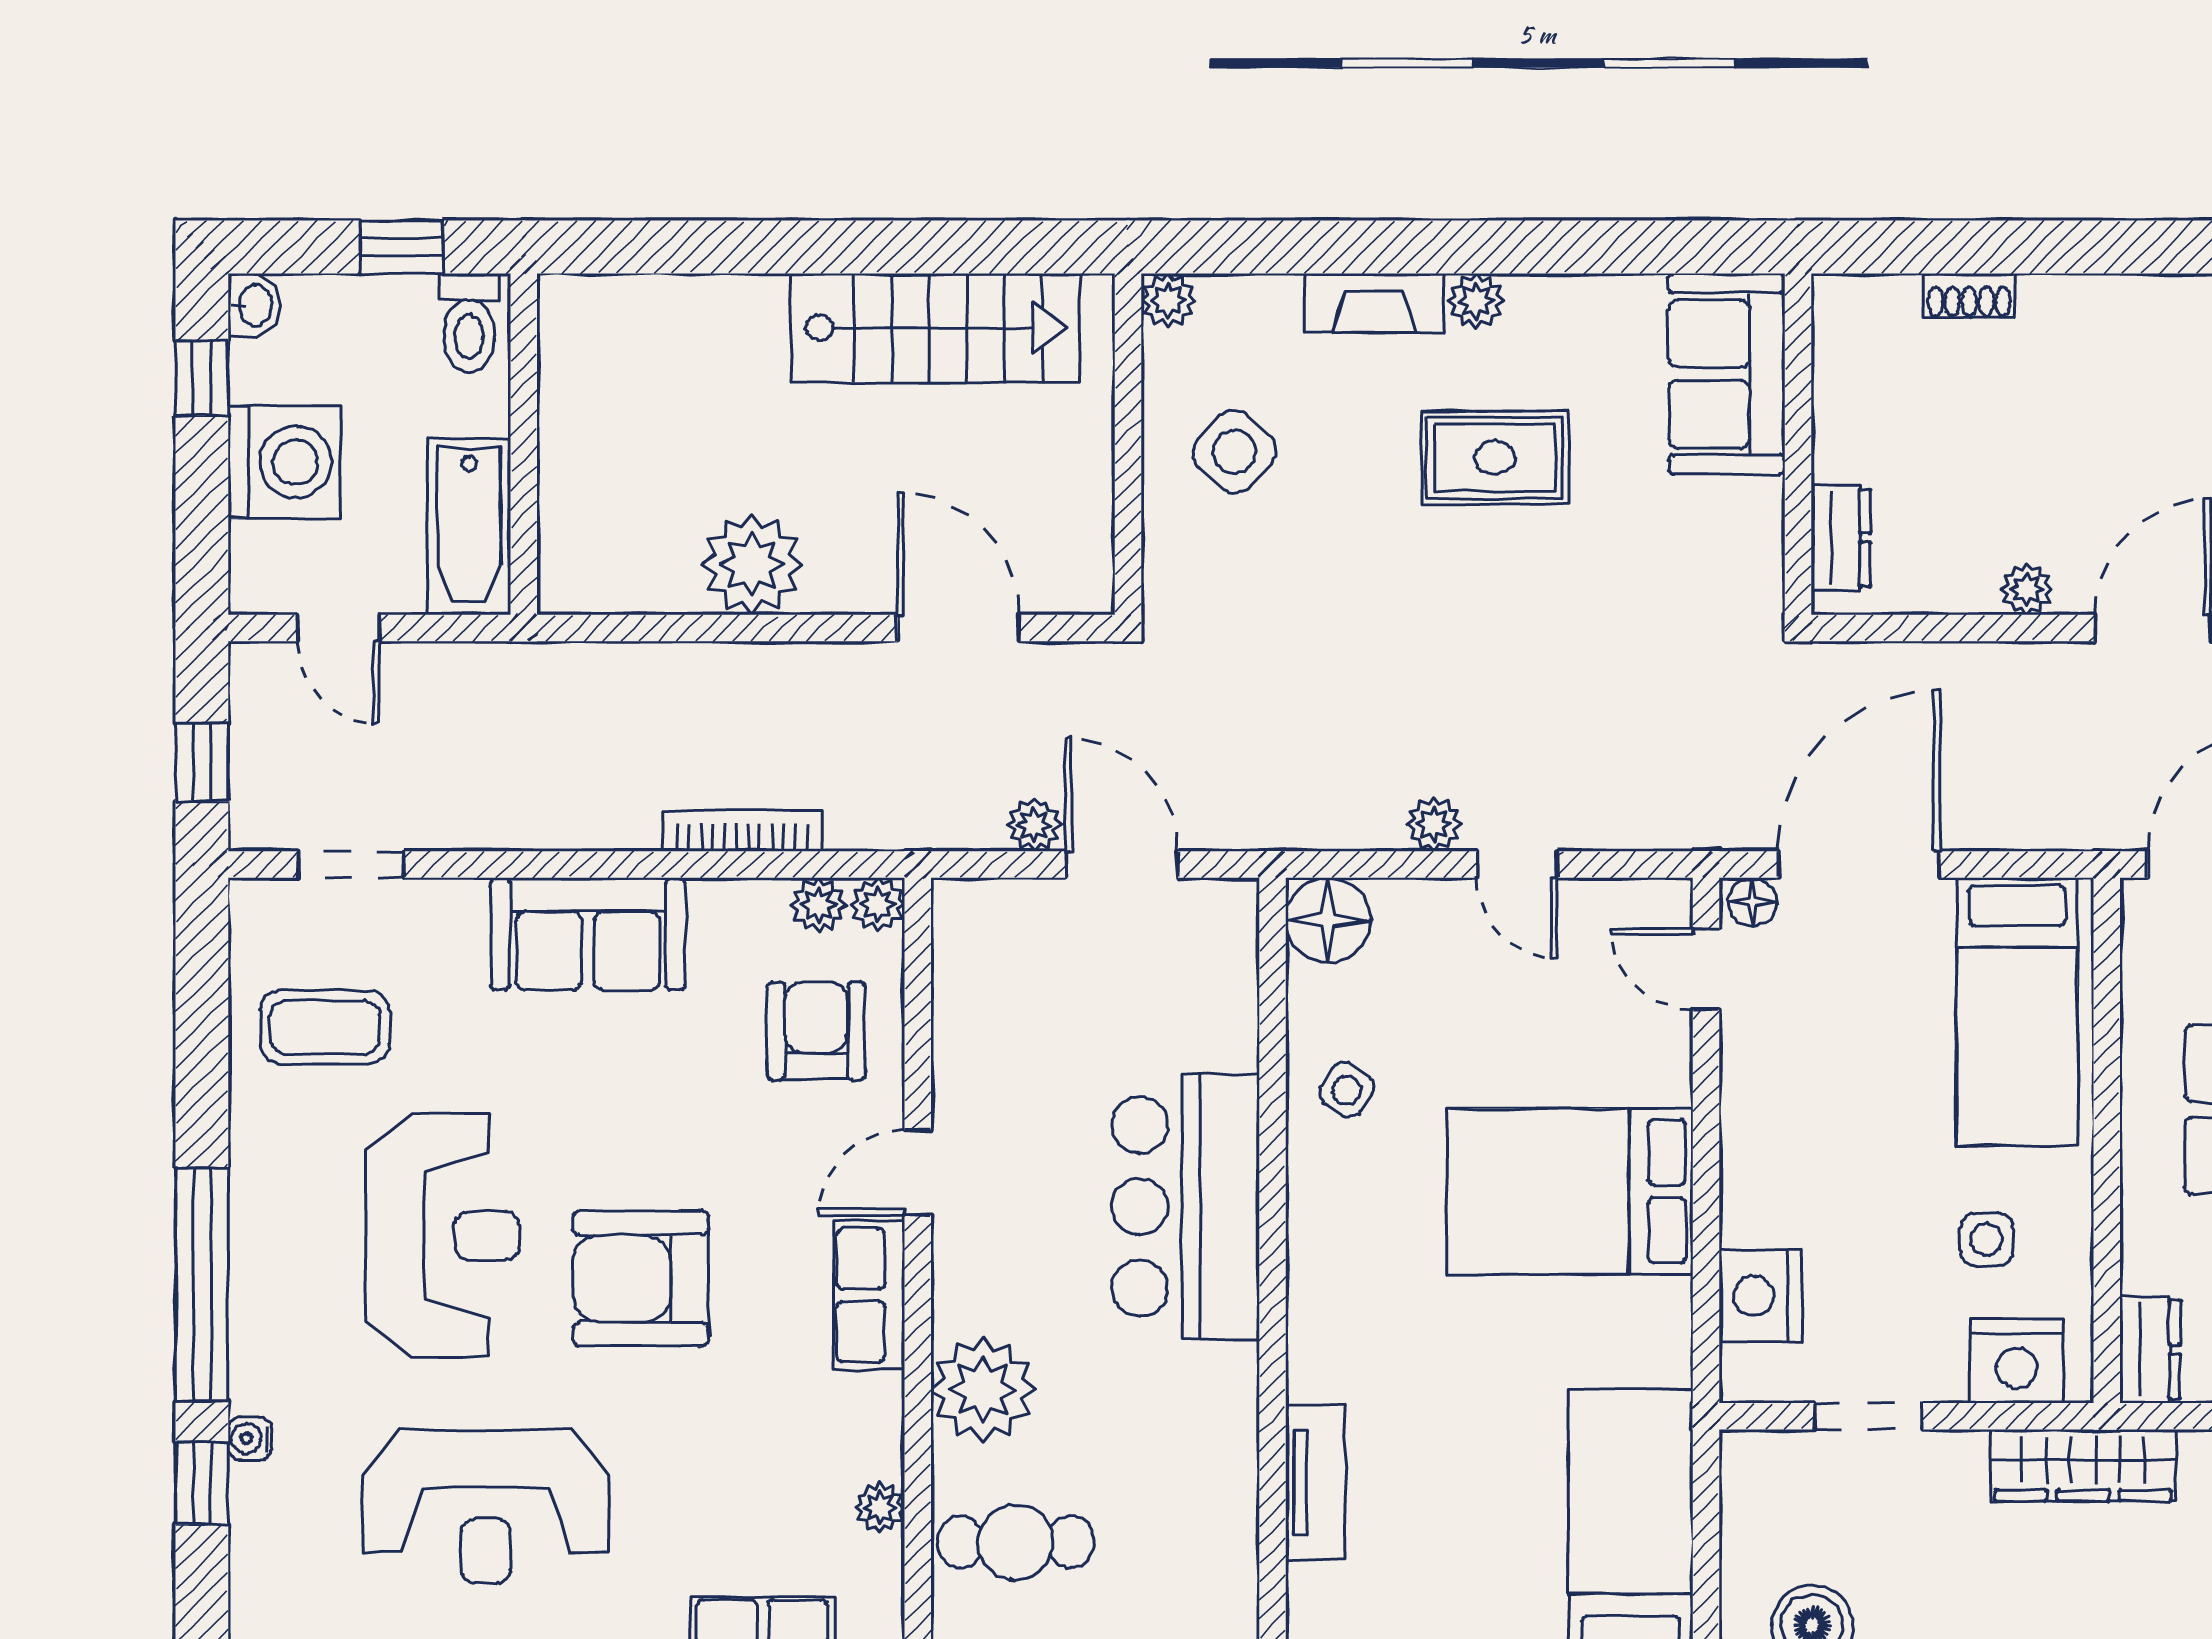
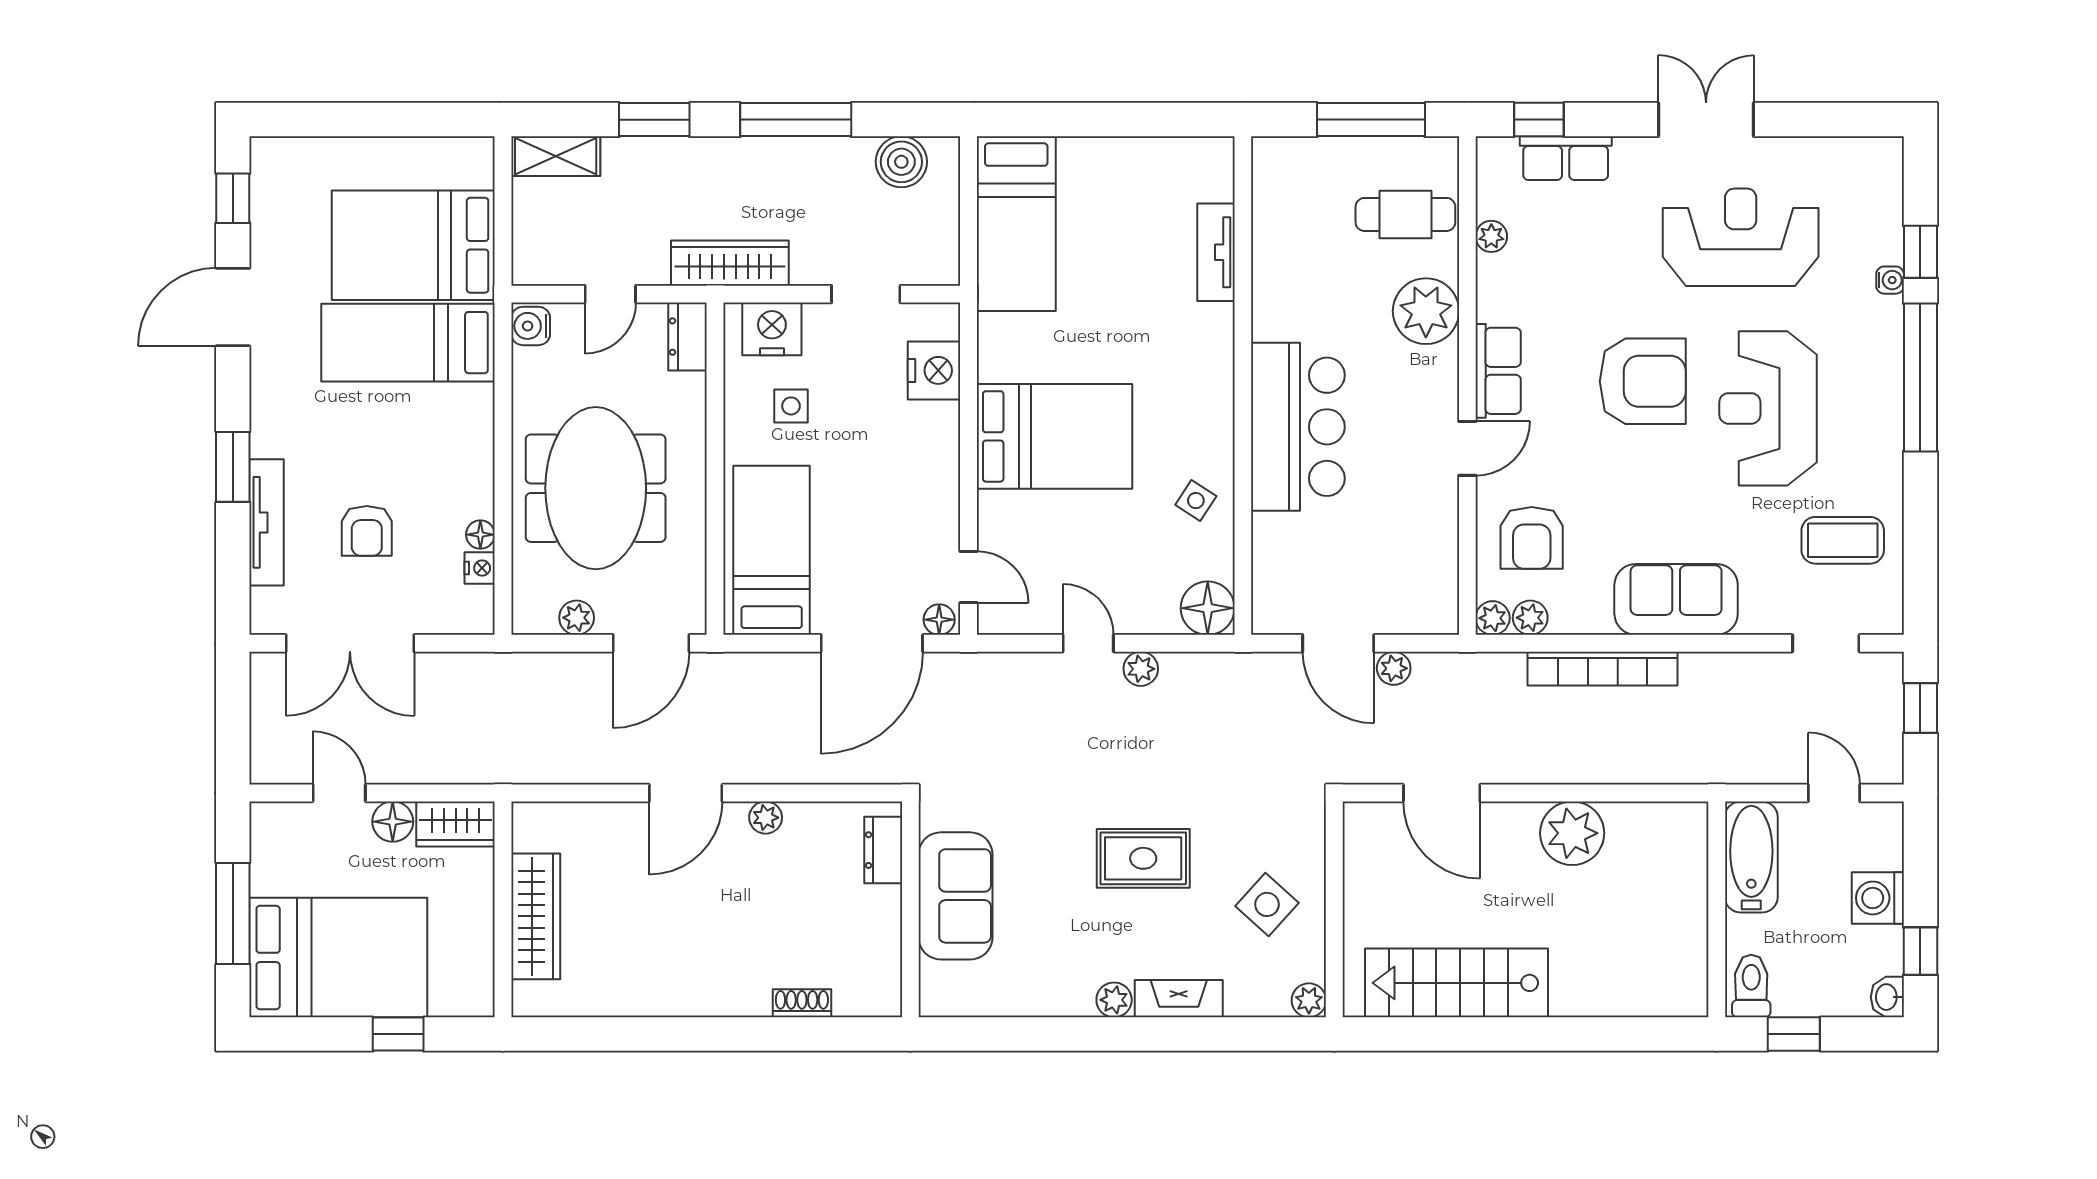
sofa: (1727, 374) -> (955, 896), moved
rug: (1495, 458) -> (1143, 858), moved
washing machine: (284, 462) -> (1878, 898), width x0.73, depth x0.73
bookcase: (742, 831) -> (1603, 669), width x1.48, depth x1.31

